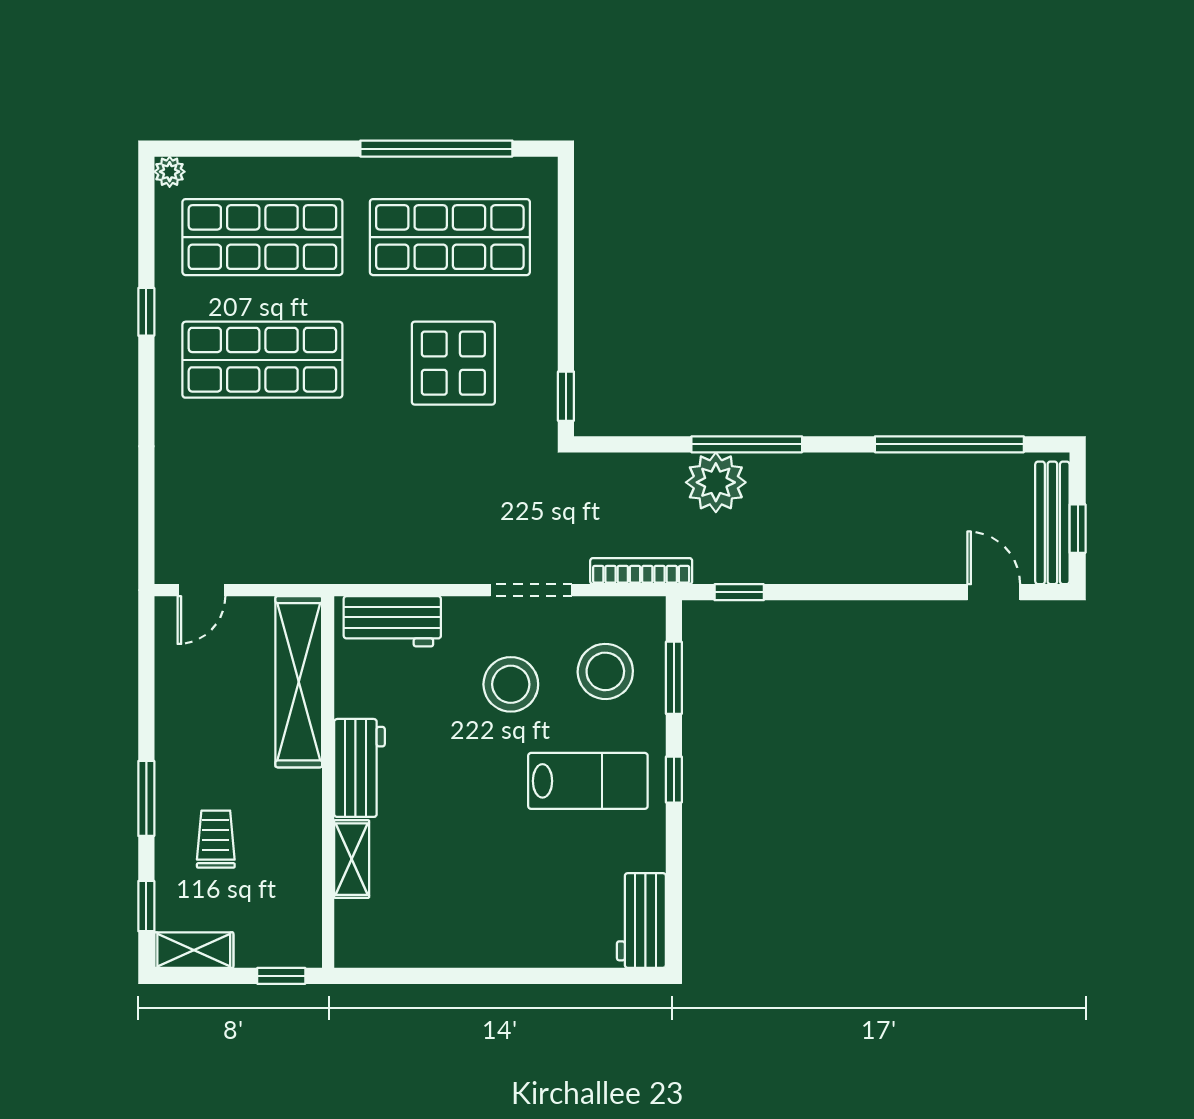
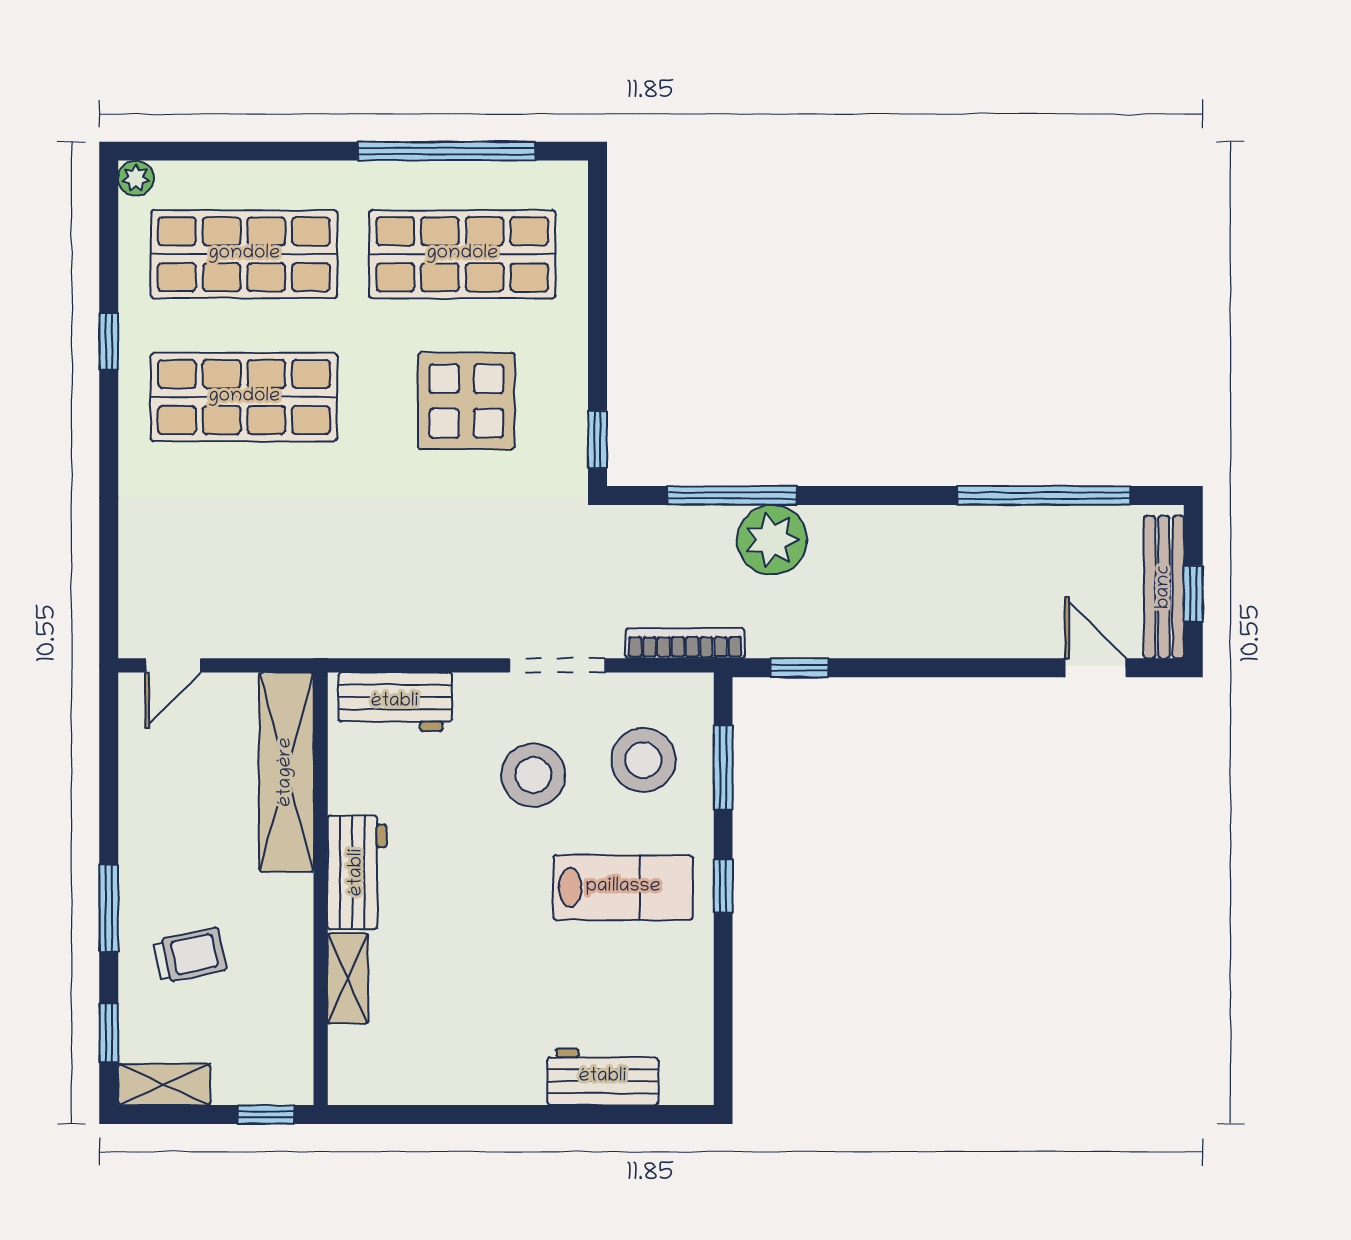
window: (747, 444) -> (732, 496), moved
trolley: (216, 839) -> (190, 955), turned 78
workbench: (641, 921) -> (603, 1077), moved, turned 90

